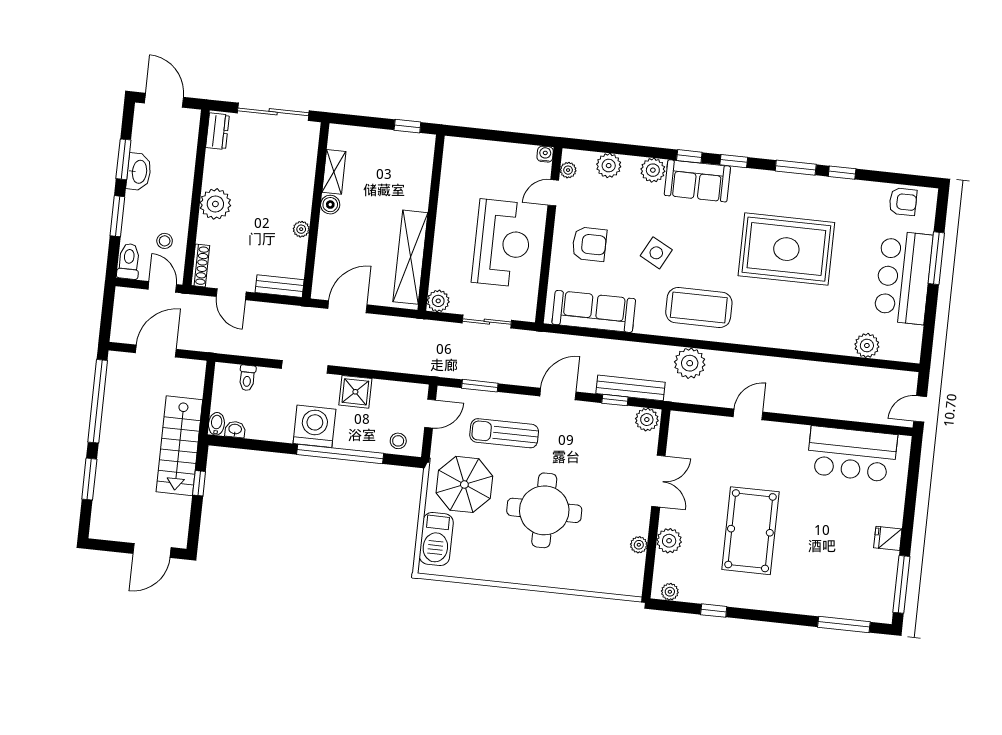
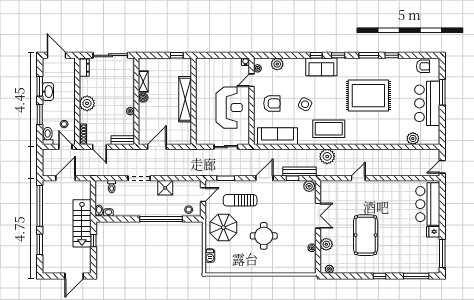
plant: (653, 170) -> (299, 64), removed
shelving: (410, 257) -> (185, 99), moved
plant: (438, 301) -> (201, 139), removed
washing machine: (314, 426) -> (147, 207), removed
bar counter: (852, 454) -> (428, 204), moved, turned 90
round table: (544, 510) -> (264, 236), width x0.73, depth x0.73
barbecue: (436, 539) -> (210, 256), width x0.53, depth x0.65
window: (714, 611) -> (379, 276), moved

